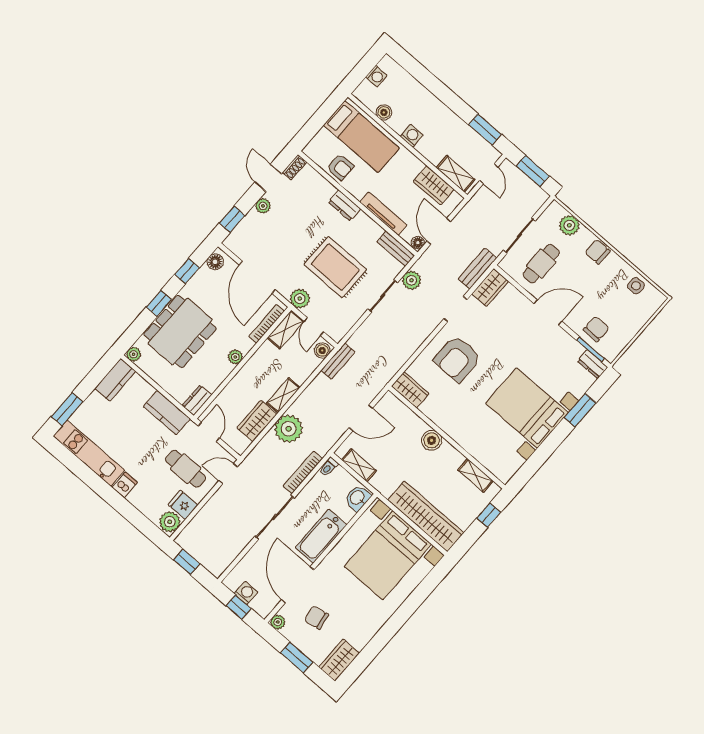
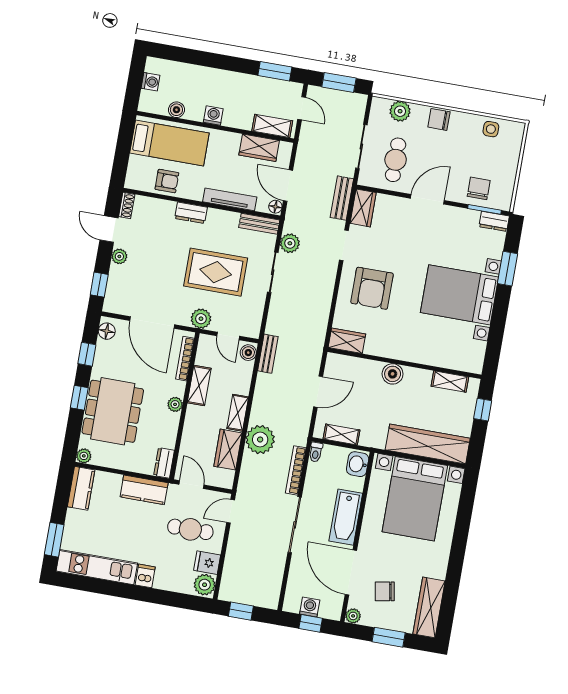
shelving: (285, 330) -> (199, 385), moved
wardrobe: (339, 660) -> (429, 607), width x1.50

